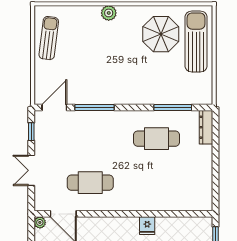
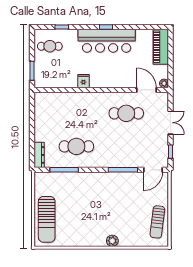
parasol: (161, 34) -> (73, 225), removed

